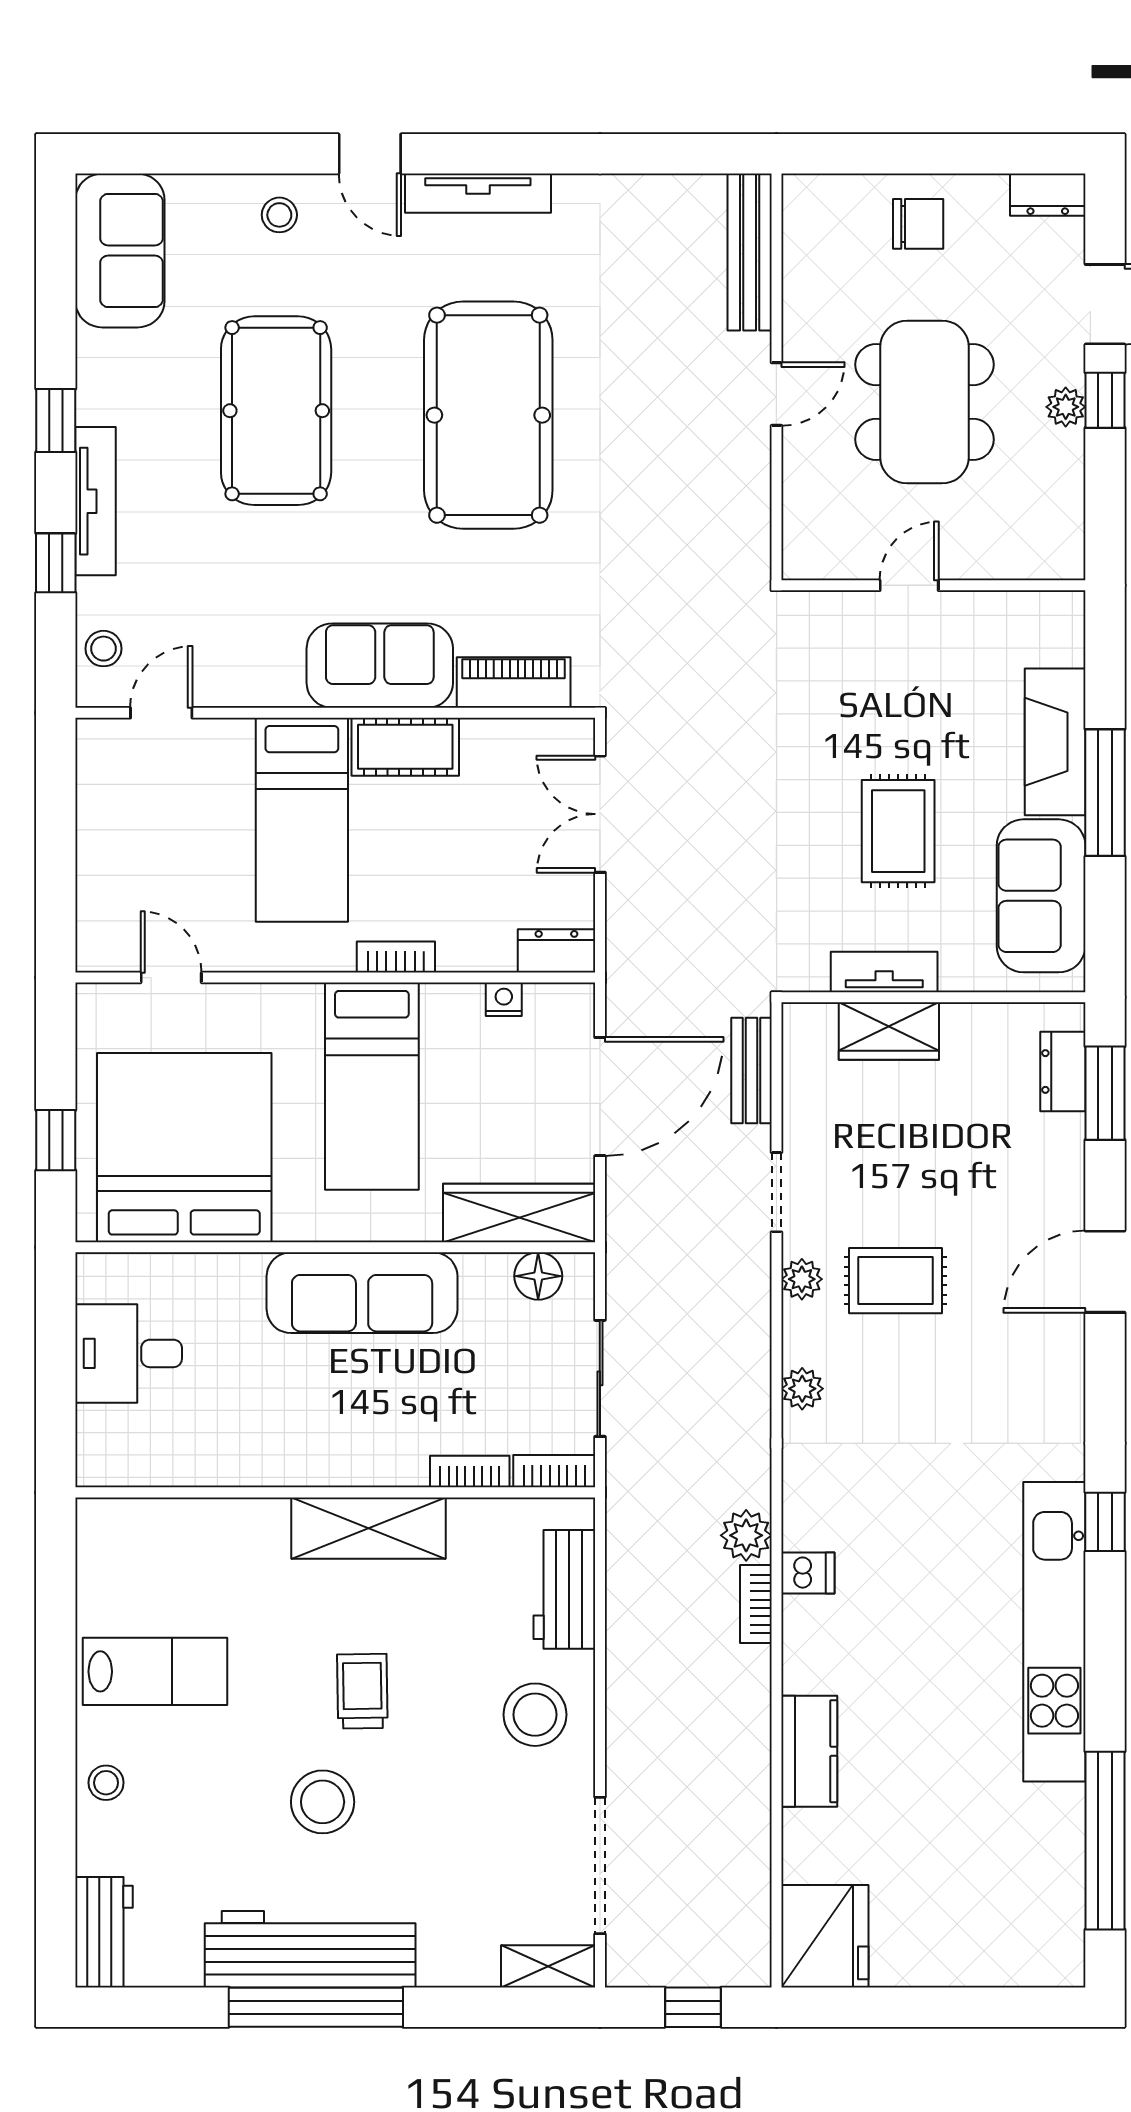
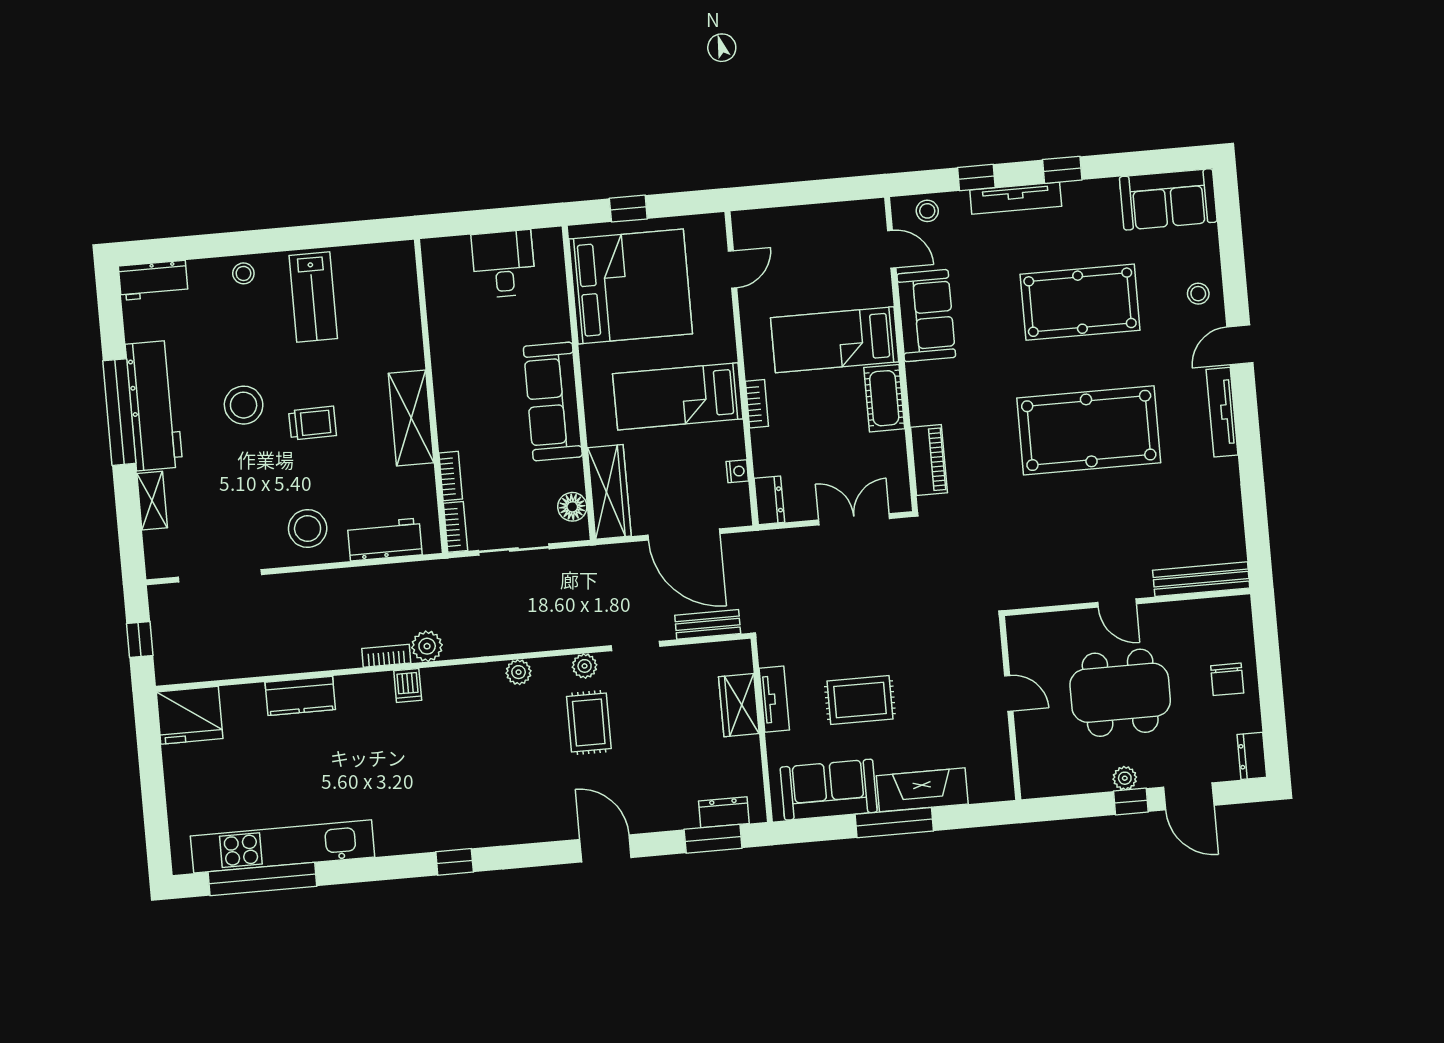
sofa: (380, 666) -> (926, 316), moved
kitchen unit: (1054, 1632) -> (283, 846), moved
shelving: (548, 1966) -> (152, 501), moved

